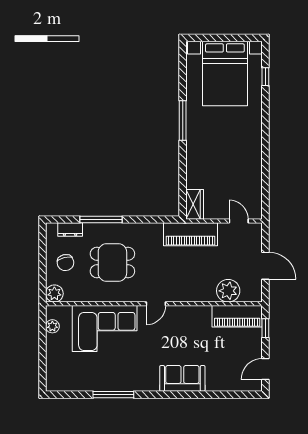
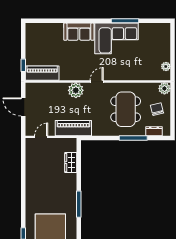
wardrobe: (195, 204) -> (71, 163), moved
door: (239, 221) -> (41, 137), swing flipped
dining table: (112, 262) -> (126, 109), width x1.38
plant: (228, 291) -> (76, 90), moved
corner sofa: (105, 329) -> (116, 38), moved, turned 180
door: (265, 369) -> (23, 38), removed

